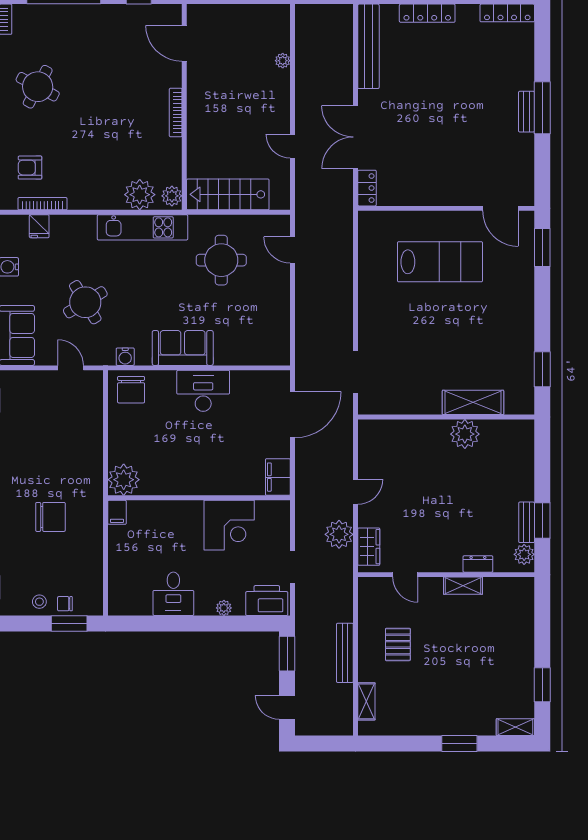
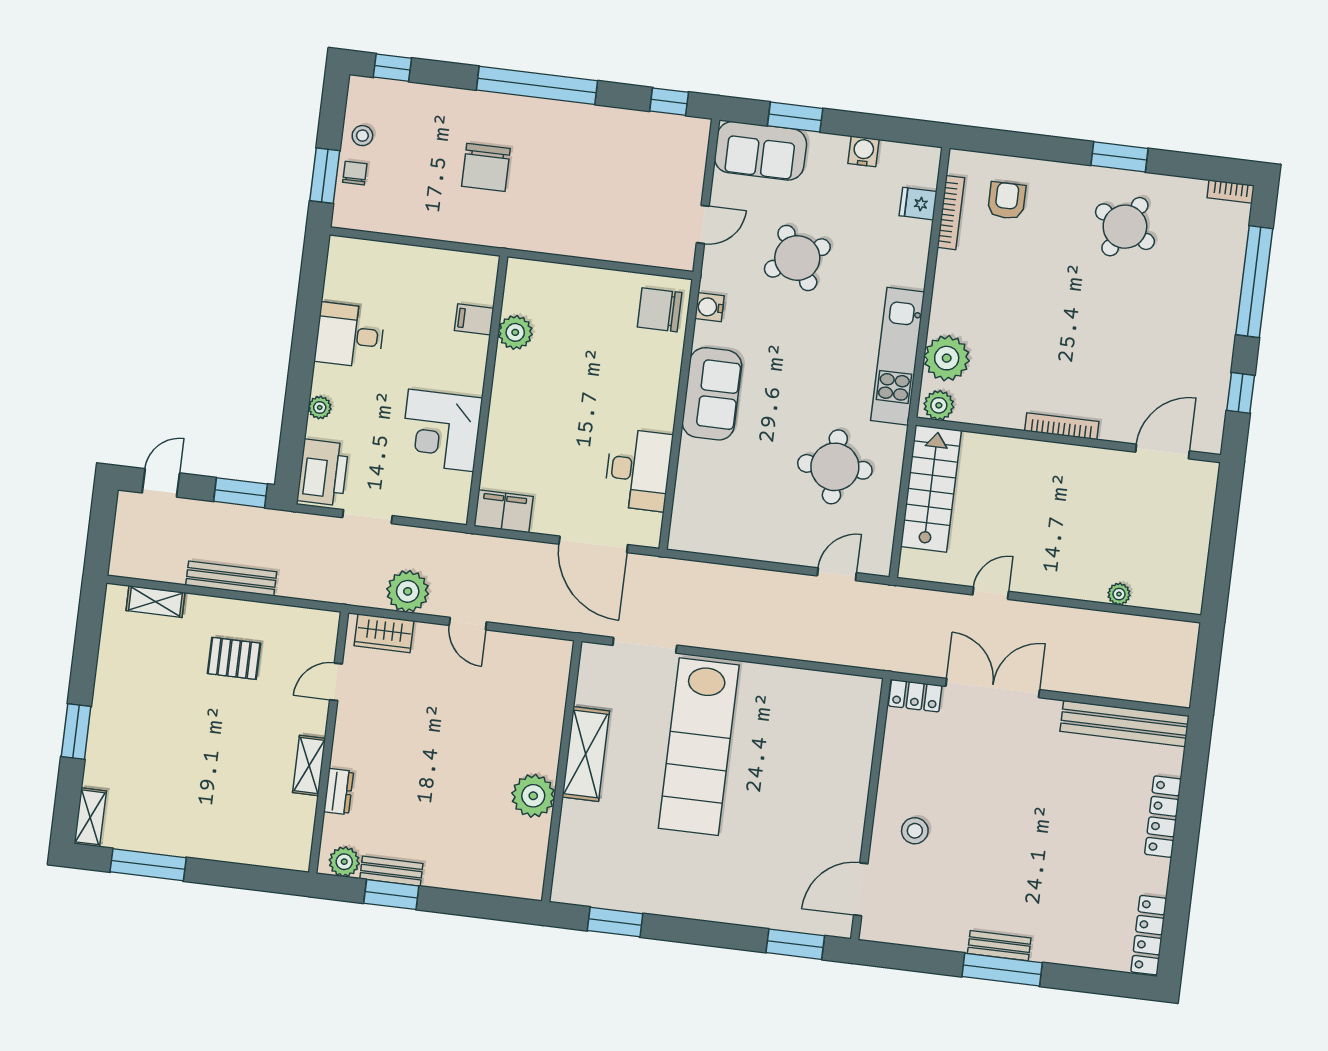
stool: (457, 177) -> (915, 831), added
lab bench: (440, 262) -> (699, 747), moved, width x1.36
desk: (203, 391) -> (638, 470), moved
shelving: (473, 402) -> (586, 754), moved
plant: (124, 480) -> (515, 332), moved, width x0.73, depth x0.73
filing cabinet: (117, 512) -> (474, 319), moved
window: (542, 685) -> (148, 865), width x1.44

